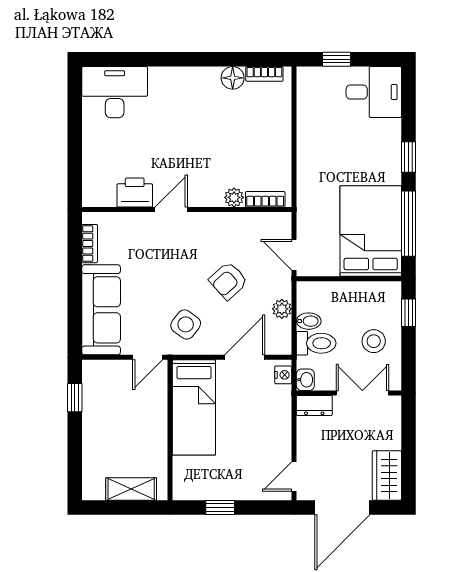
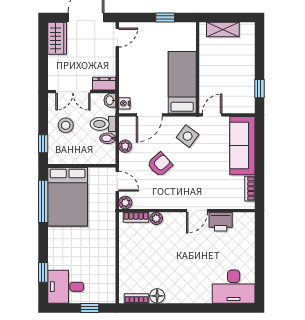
window: (408, 157) -> (43, 272), moved
plant: (282, 222) -> (125, 203), added

